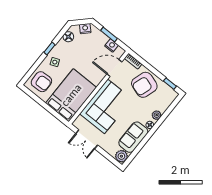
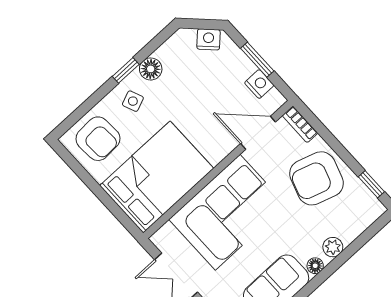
floor lamp: (68, 37) -> (151, 69), moved

